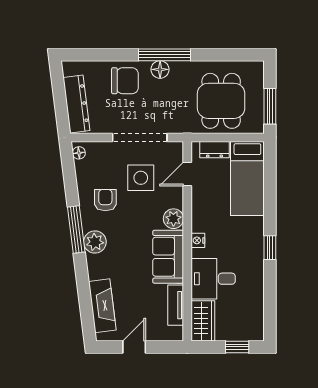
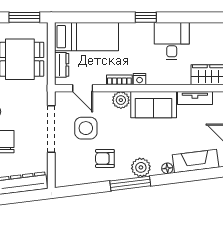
floor lamp: (79, 153) -> (167, 168), moved
bookcase: (197, 217) -> (119, 80), added
desk: (213, 279) -> (172, 41), moved, turned 180

